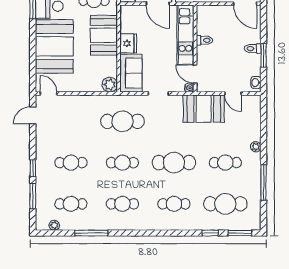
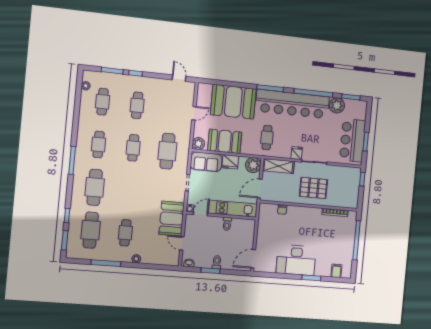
plant: (129, 14) -> (253, 165), added
booth: (104, 35) -> (225, 141), moved
door: (49, 94) -> (194, 113), moved
door: (233, 94) -> (182, 243), hinge flipped
cafe table: (174, 163) -> (129, 190), removed
cafe table: (174, 204) -> (95, 187), width x1.37, depth x1.35
window: (91, 233) -> (72, 160), moved

